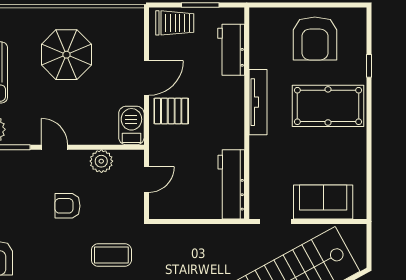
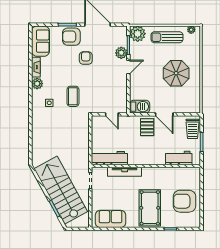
tv unit: (258, 102) -> (125, 172), moved
plant: (101, 161) -> (121, 53), moved
sofa: (323, 202) -> (110, 219), moved, turned -90
armchair: (67, 206) -> (86, 58), moved

